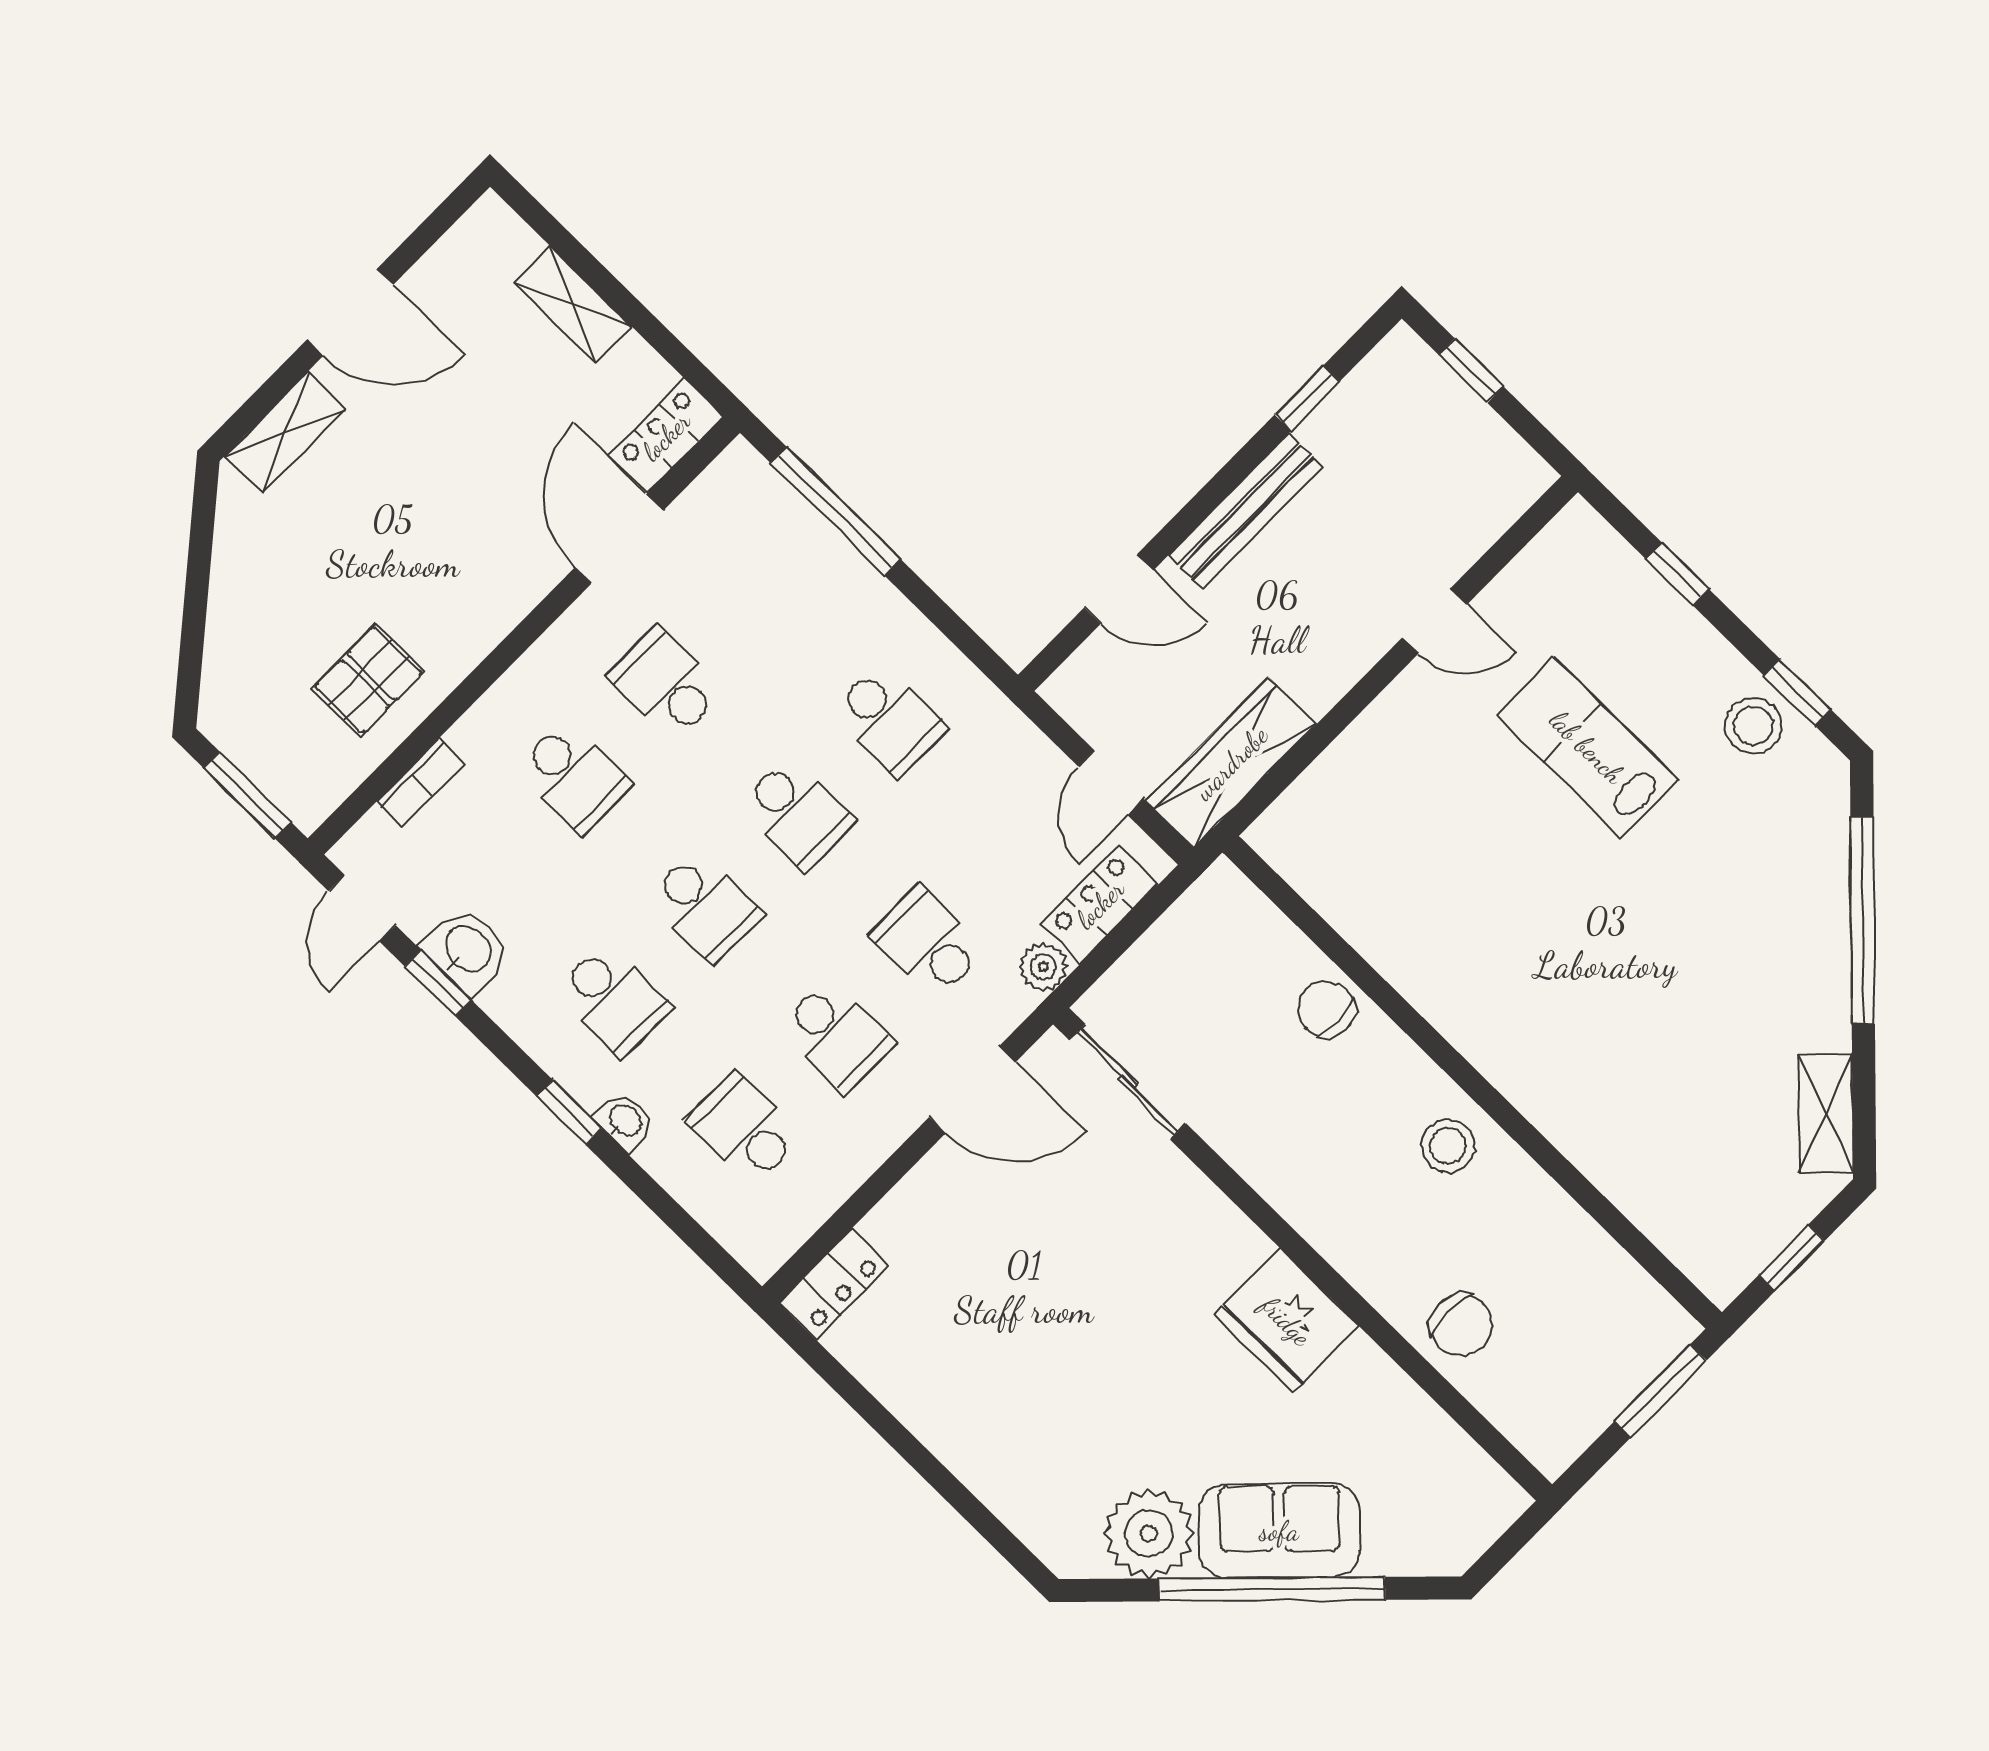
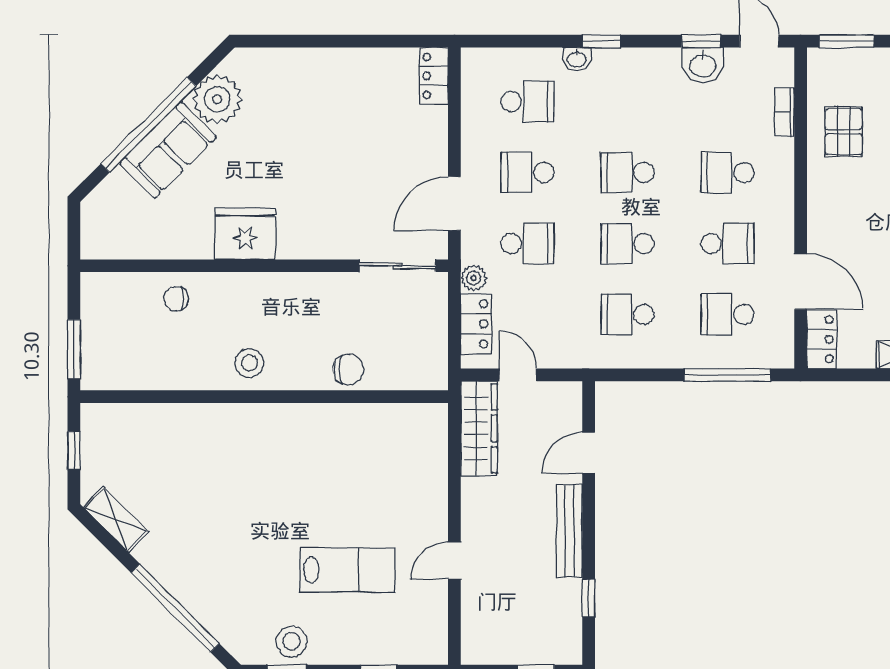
school desk: (613, 999) -> (727, 314), moved
chair: (1461, 1325) -> (176, 299), width x0.73, depth x0.73

